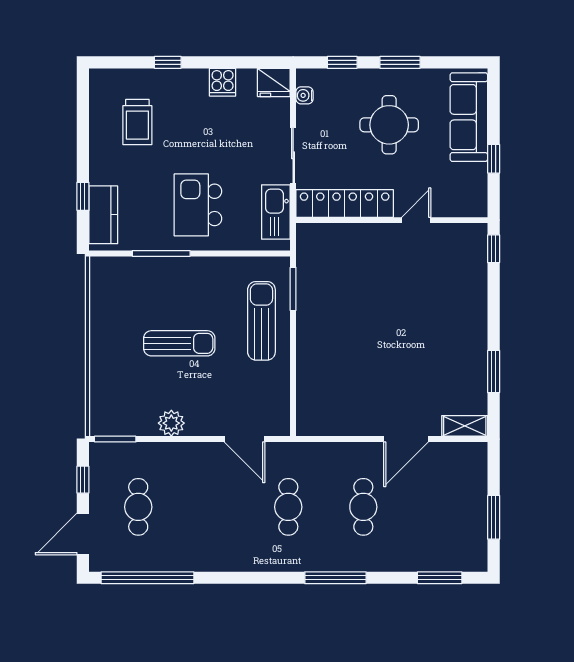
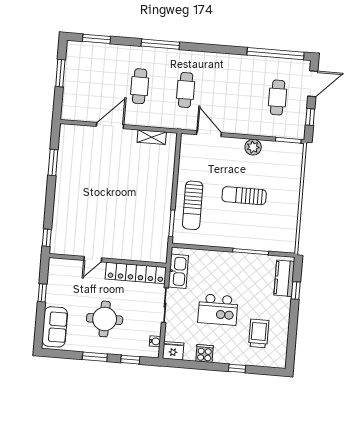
sofa: (469, 117) -> (55, 327), width x0.73
kitchen island: (198, 205) -> (218, 310), moved, turned 90
shelving: (465, 426) -> (152, 137), moved

